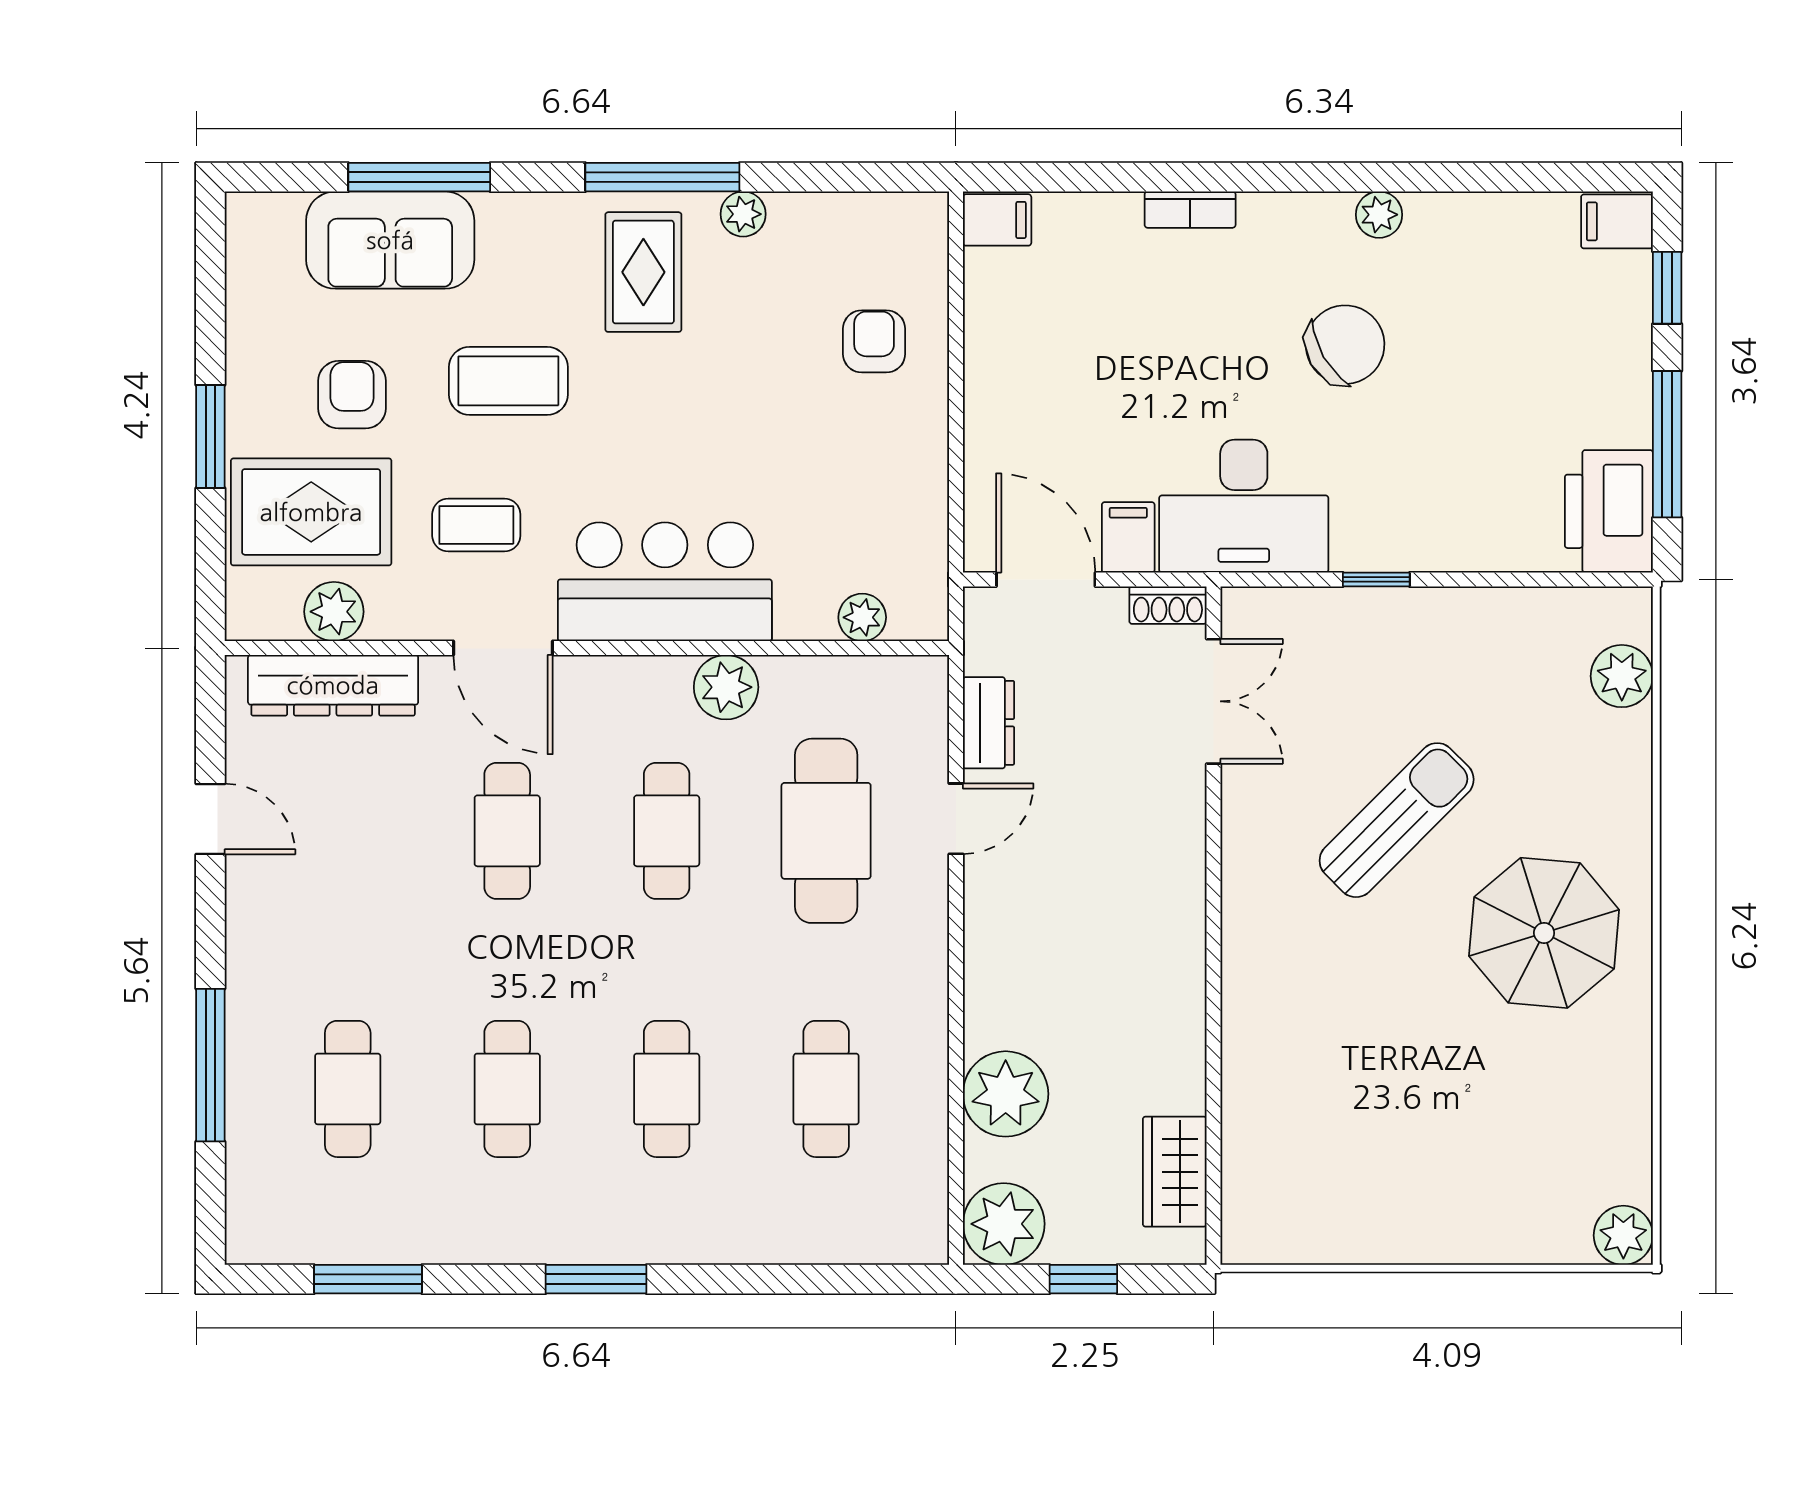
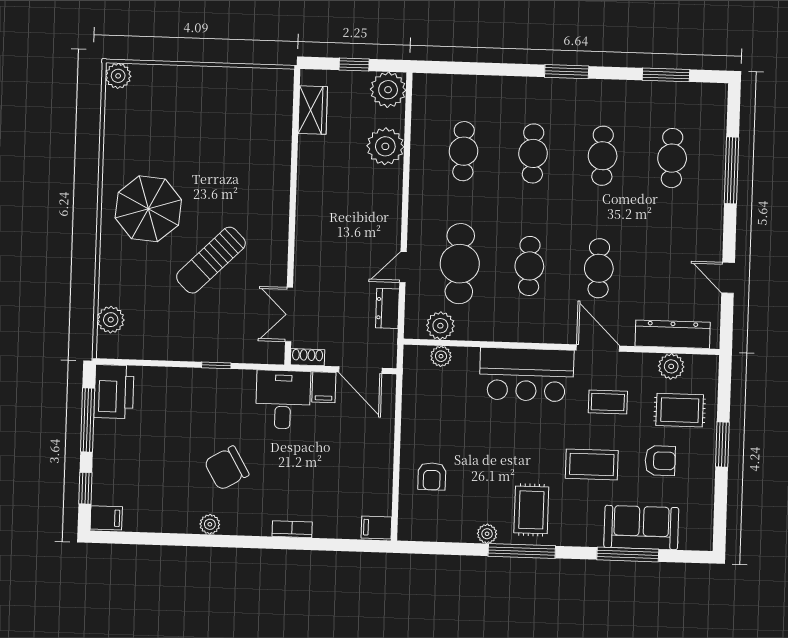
armchair: (352, 395) -> (660, 461), turned -90
desk: (1244, 506) -> (283, 400), width x0.73
rug: (311, 512) -> (680, 410), width x0.73, depth x0.70
plant: (726, 687) -> (440, 326), moved

